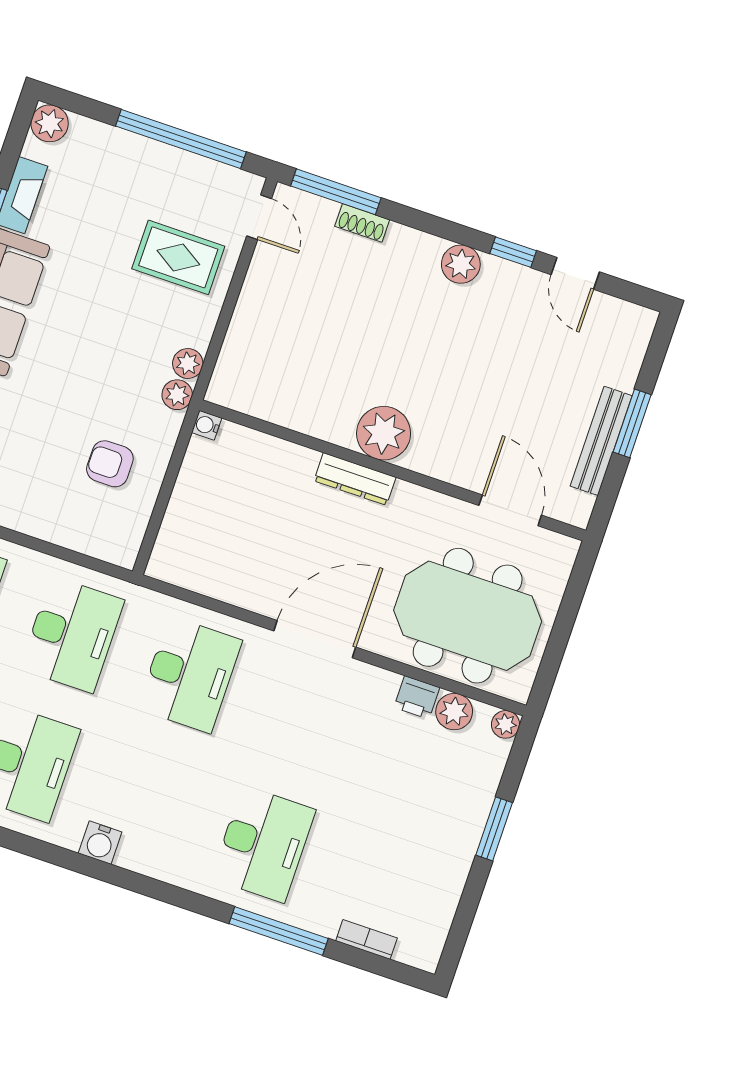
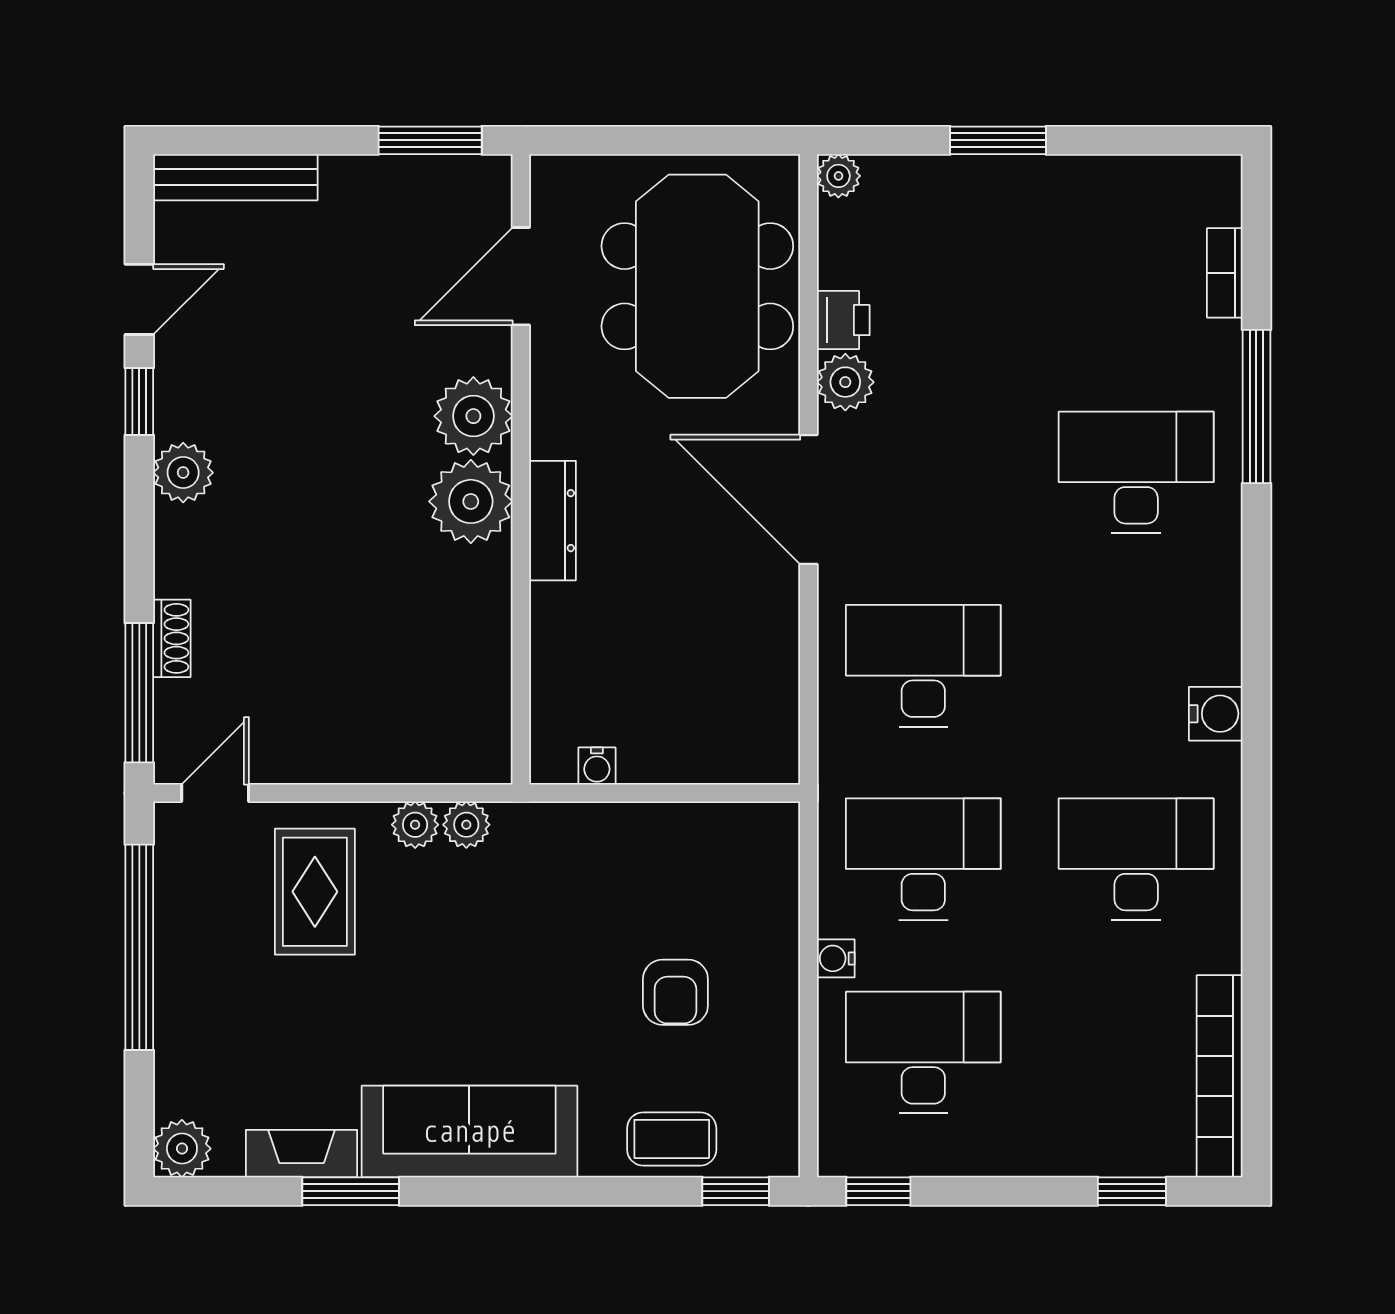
plant: (177, 395) -> (415, 825), moved
window: (632, 423) -> (430, 140), moved
water cooler: (207, 425) -> (597, 766), moved
bench: (601, 441) -> (235, 177), moved
plant: (435, 452) -> (473, 416), added
armchair: (110, 464) -> (675, 992), moved
water cooler: (30, 561) -> (836, 958), added
plant: (454, 712) -> (845, 382), moved

